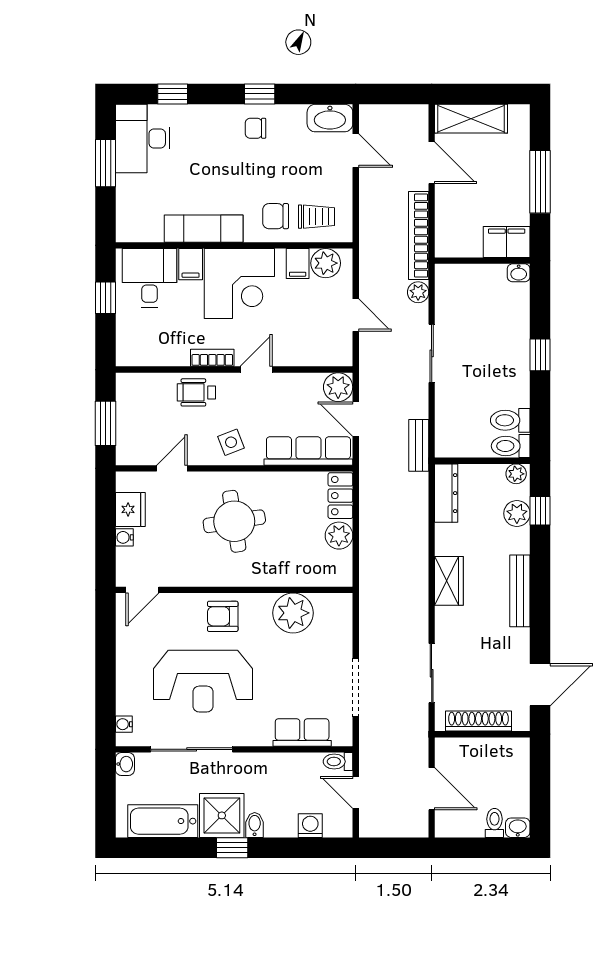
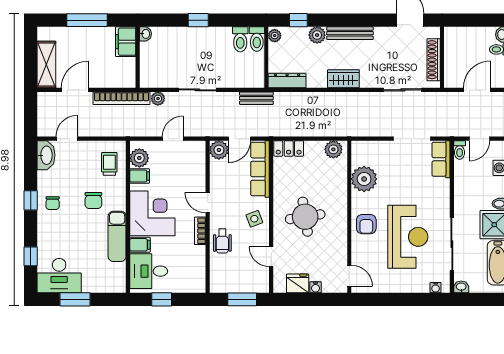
chair: (276, 216) -> (93, 200), moved
plant: (517, 513) -> (317, 35), moved
plant: (339, 536) -> (333, 149), moved
row of seats: (302, 733) -> (441, 159), moved

